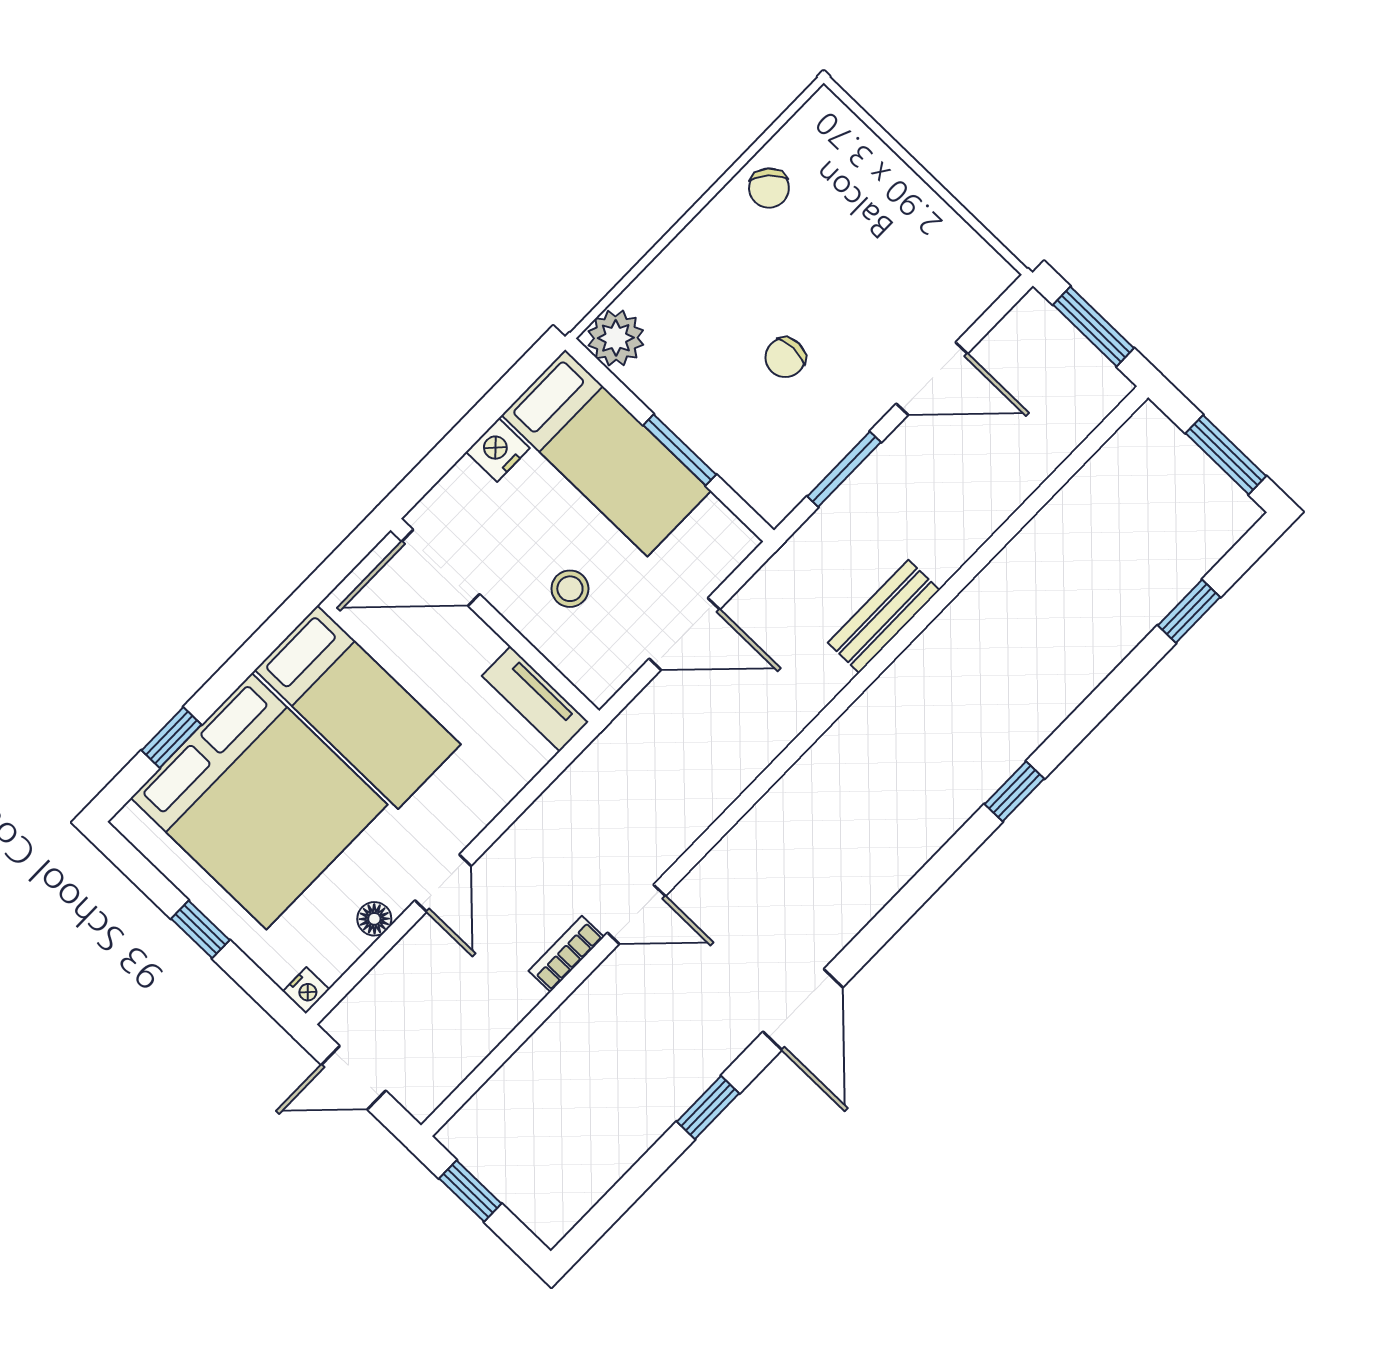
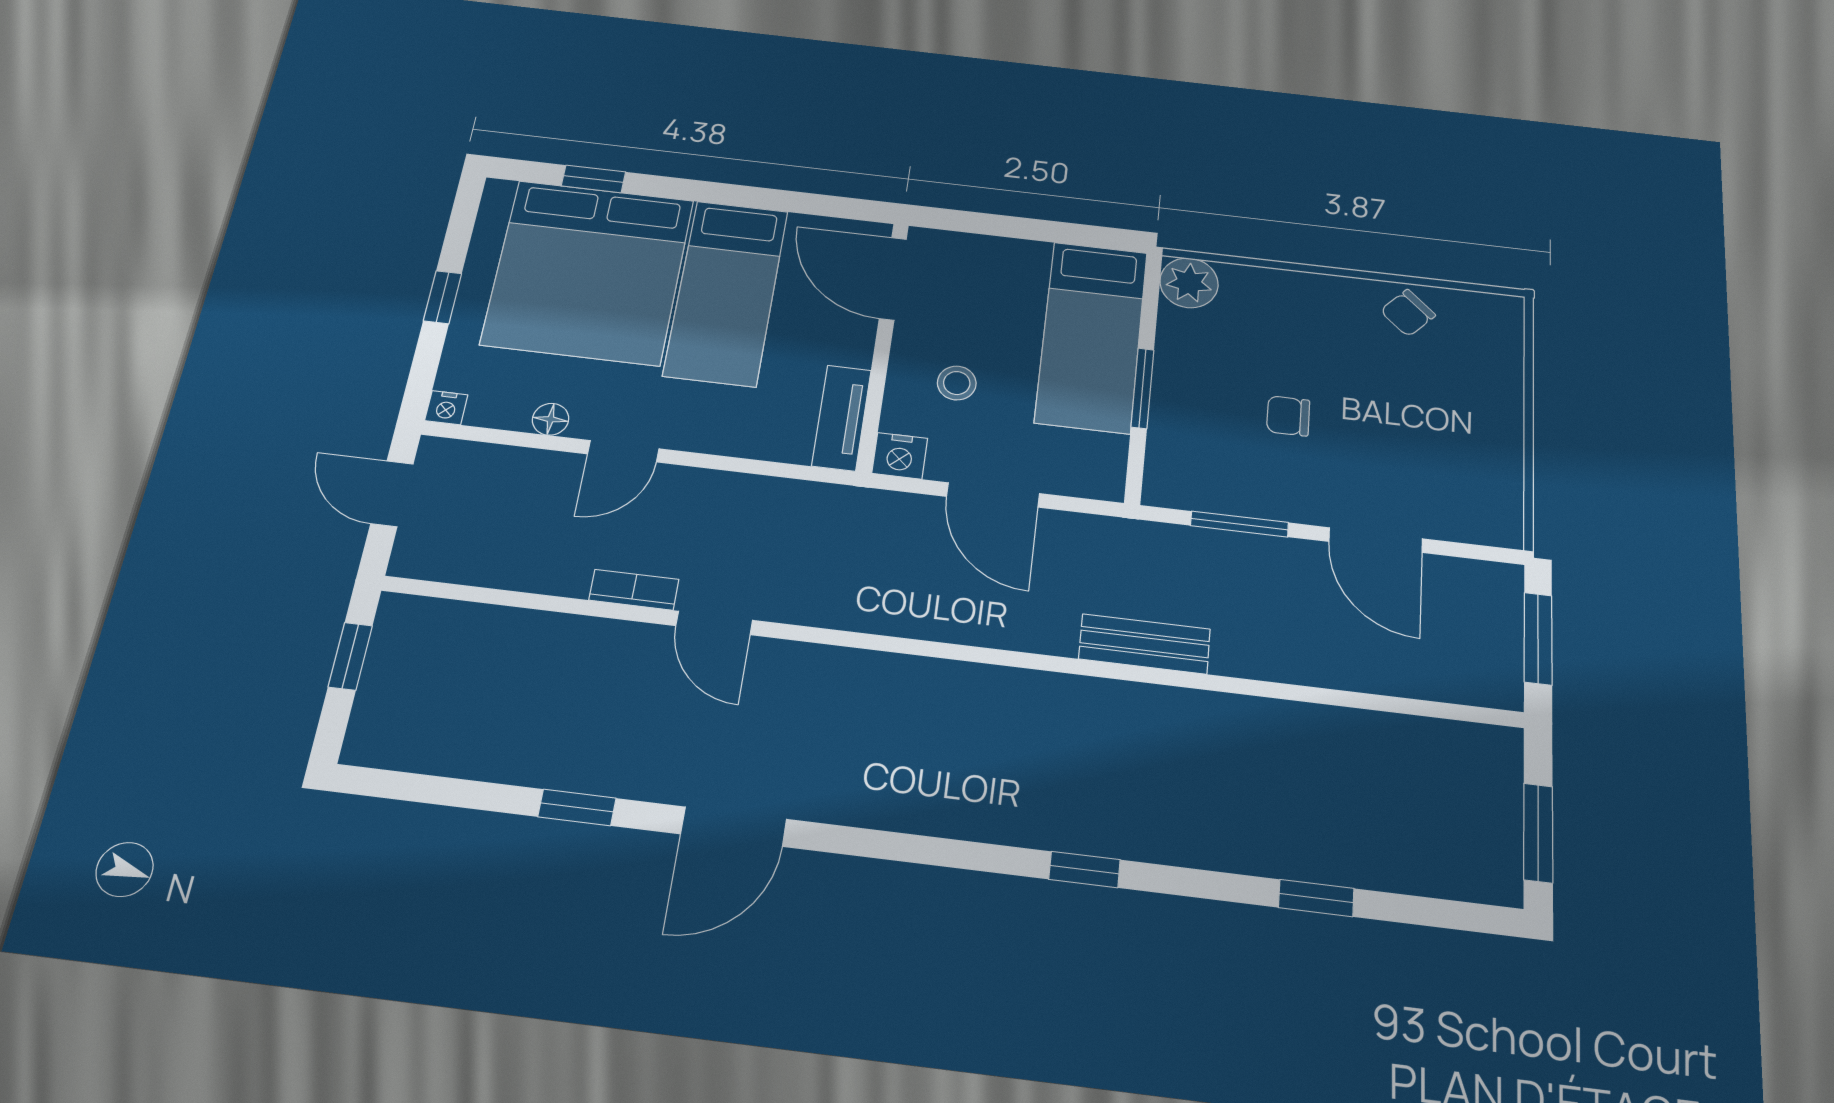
nightstand: (498, 450) -> (900, 456), moved, turned 180
window: (1189, 611) -> (1316, 898), moved

